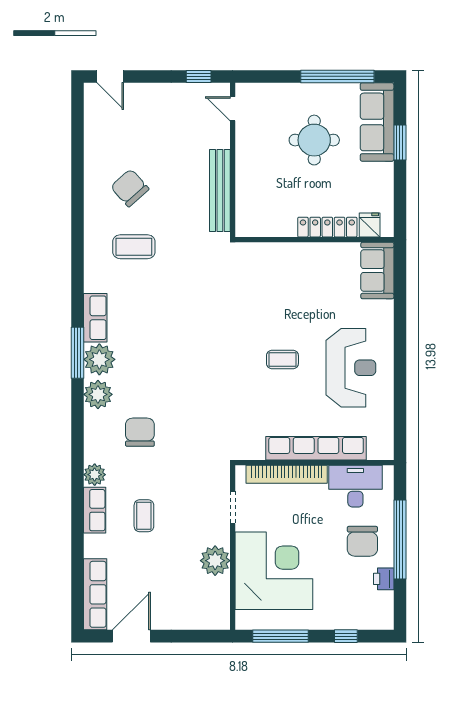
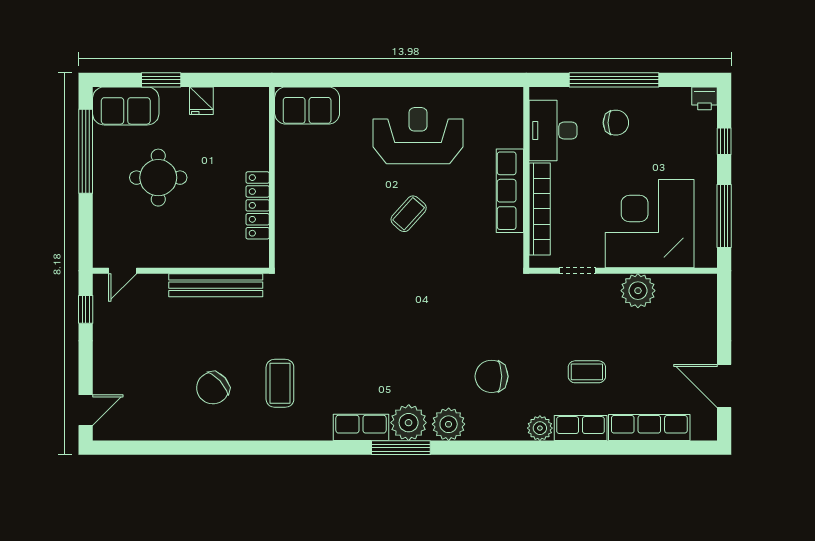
sofa: (377, 122) -> (126, 106), width x0.73
fridge: (370, 225) -> (201, 101), moved, turned -90
locker: (327, 227) -> (258, 205), moved
coffee table: (282, 360) -> (409, 214), turned 42
row of seats: (316, 448) -> (510, 191), width x0.73
chair: (362, 541) -> (616, 123), width x0.73, depth x0.73
printer: (384, 579) -> (705, 98), moved
row of seats: (95, 594) -> (649, 427), moved

